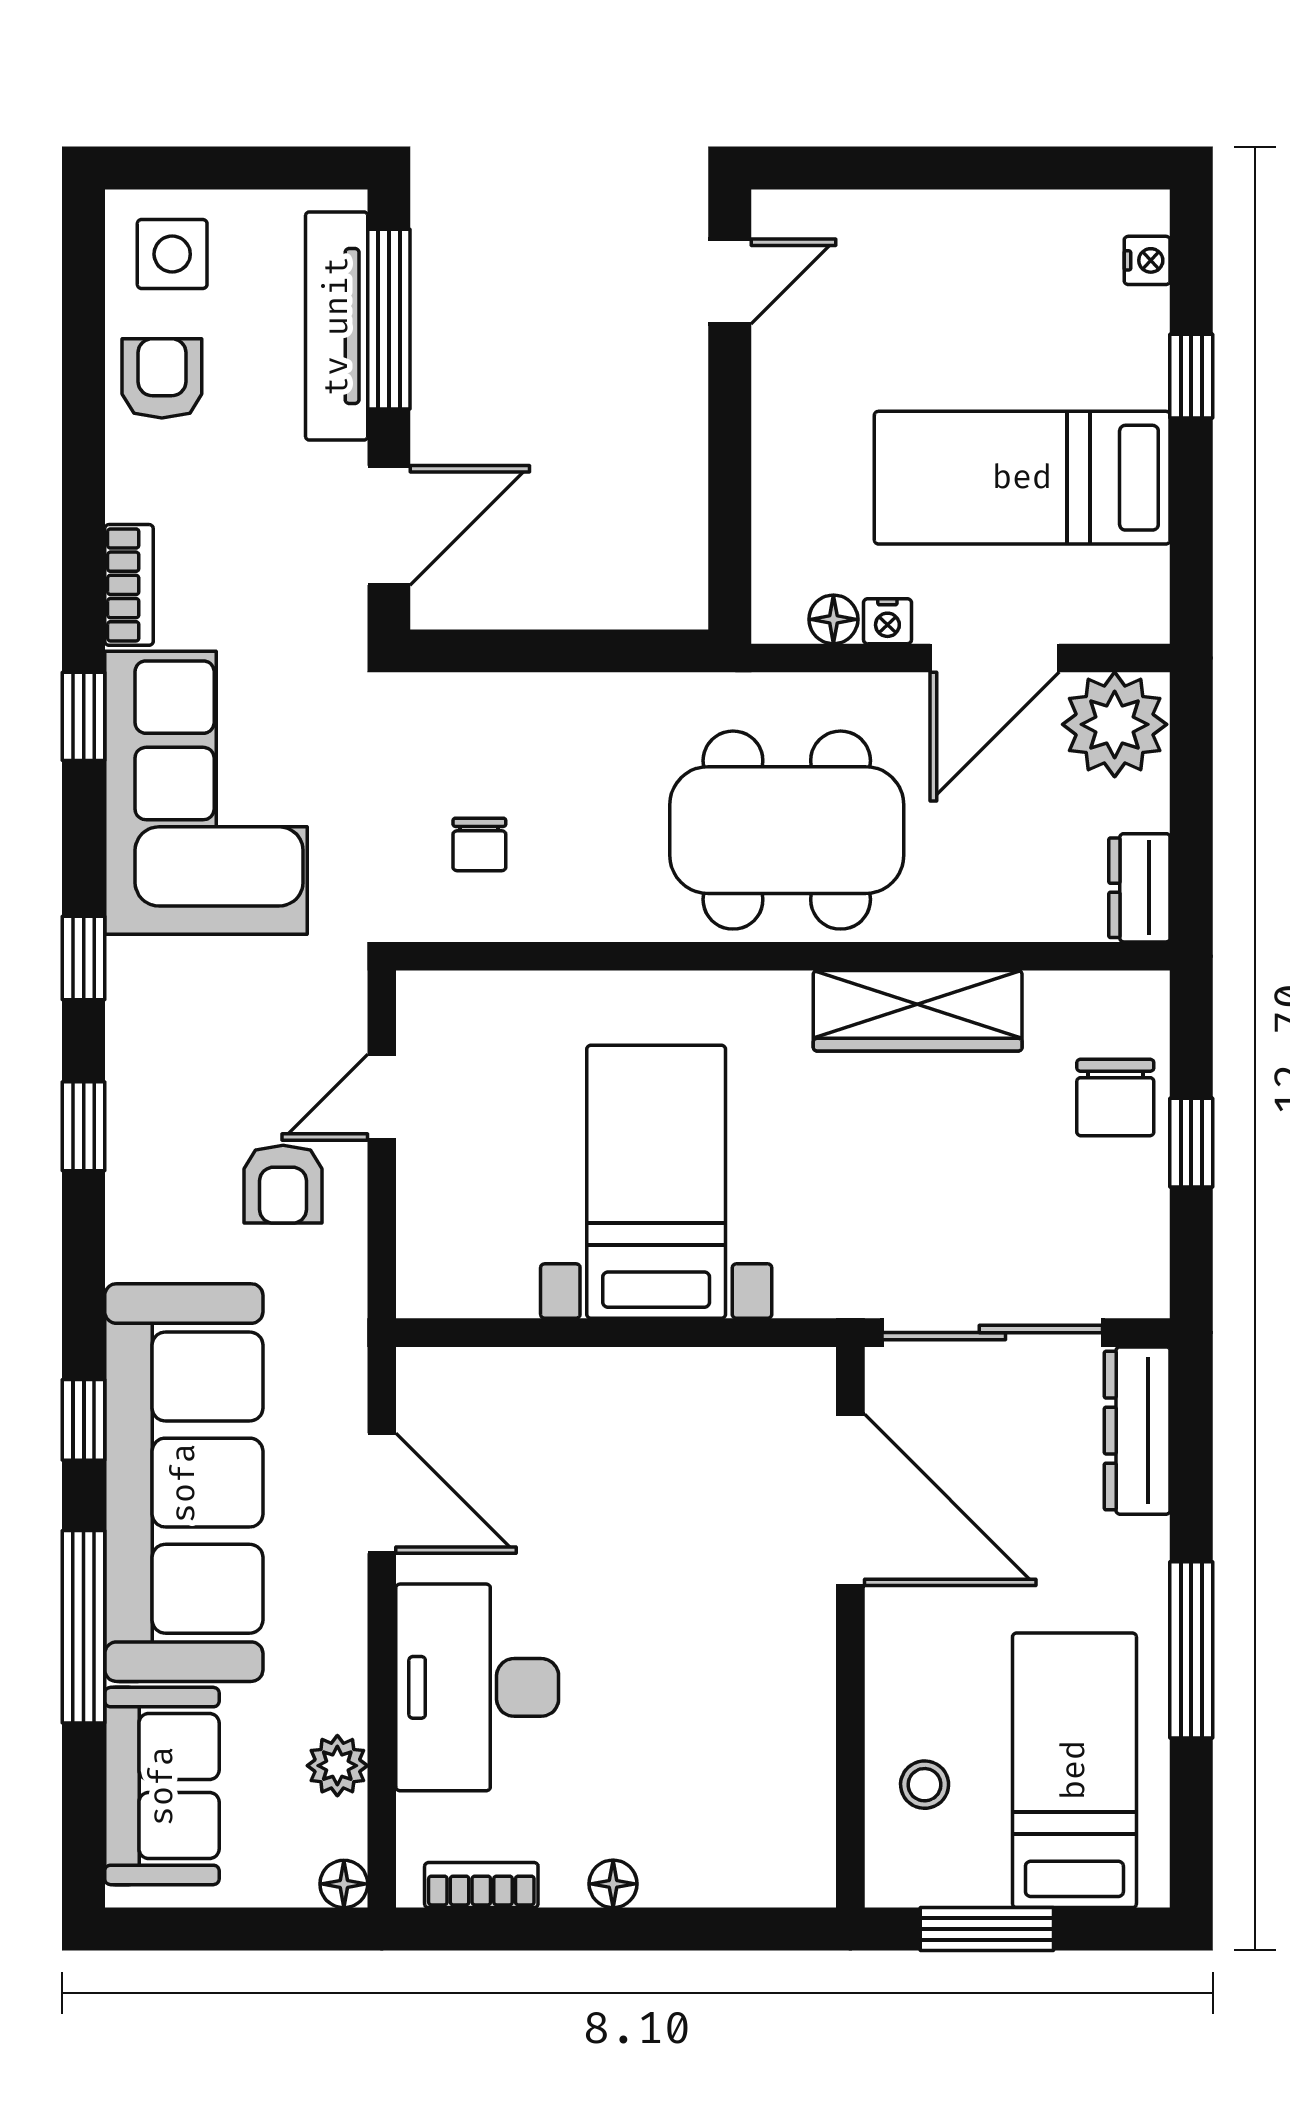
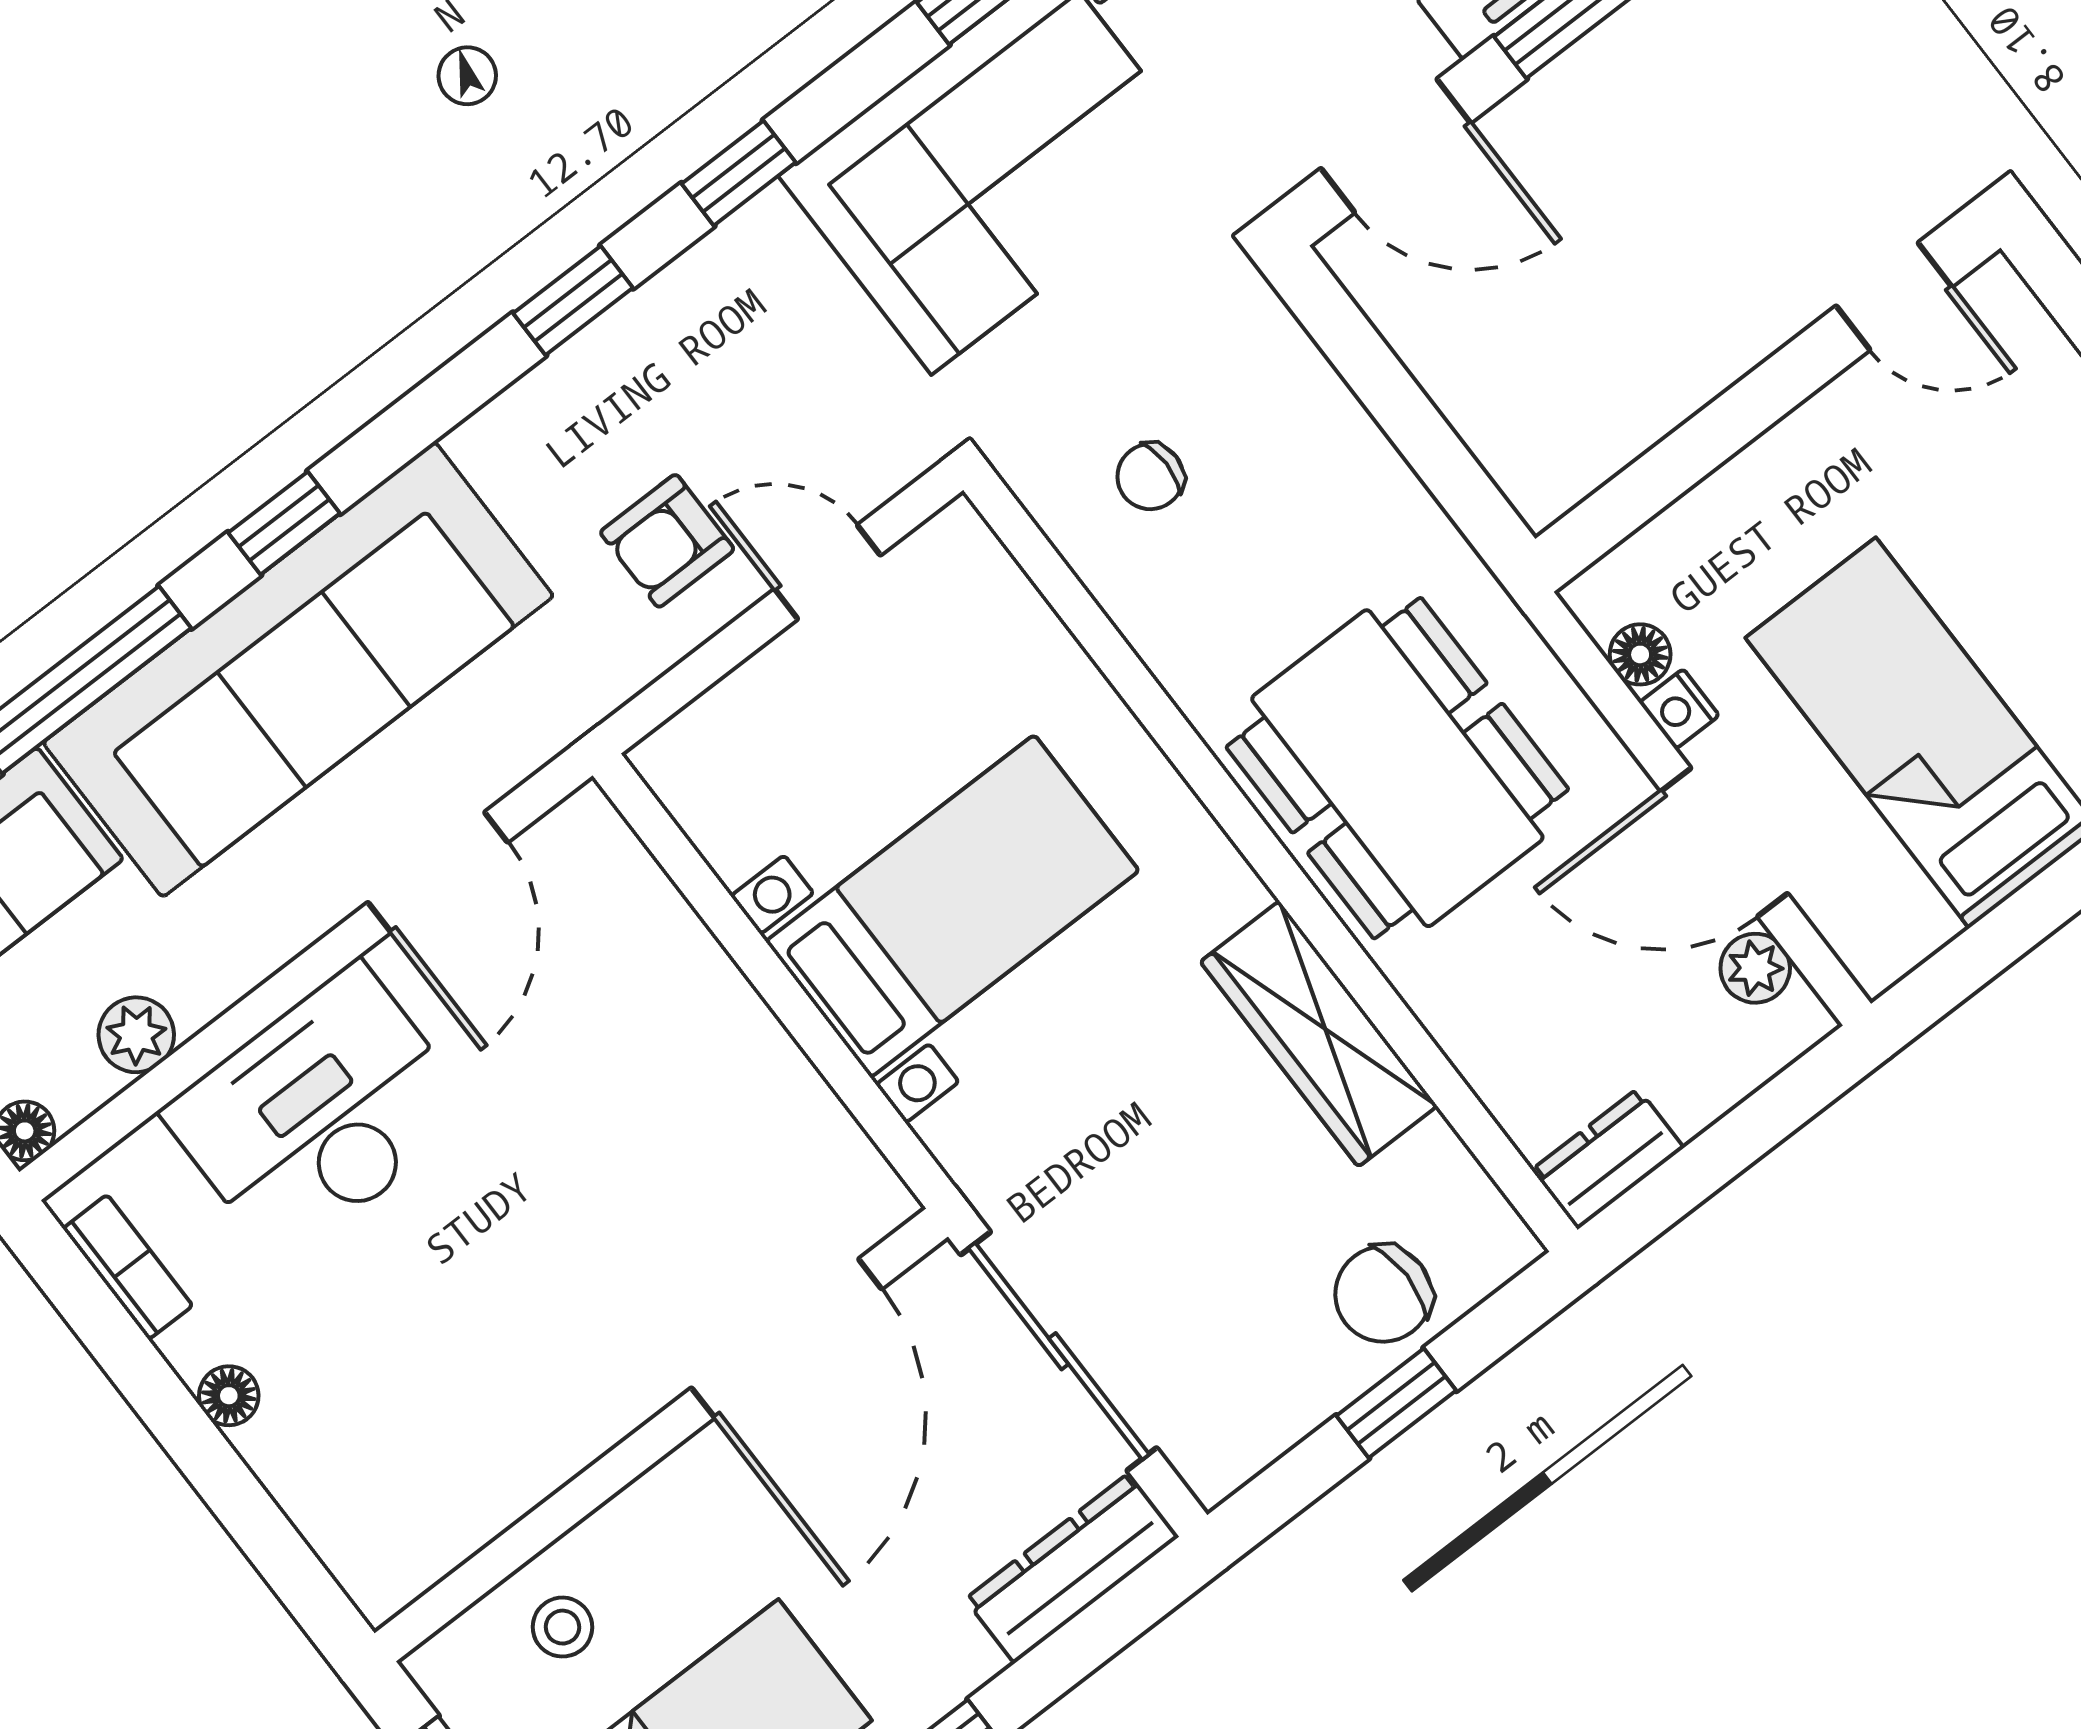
plant: (1115, 724) -> (1755, 968), width x0.53, depth x0.53

